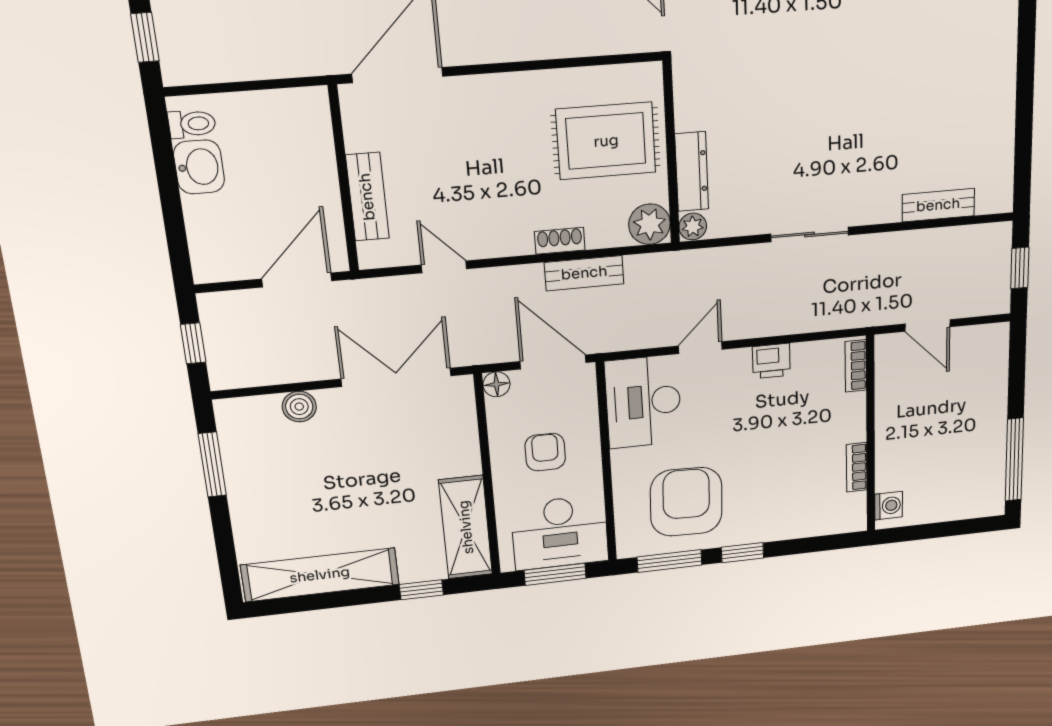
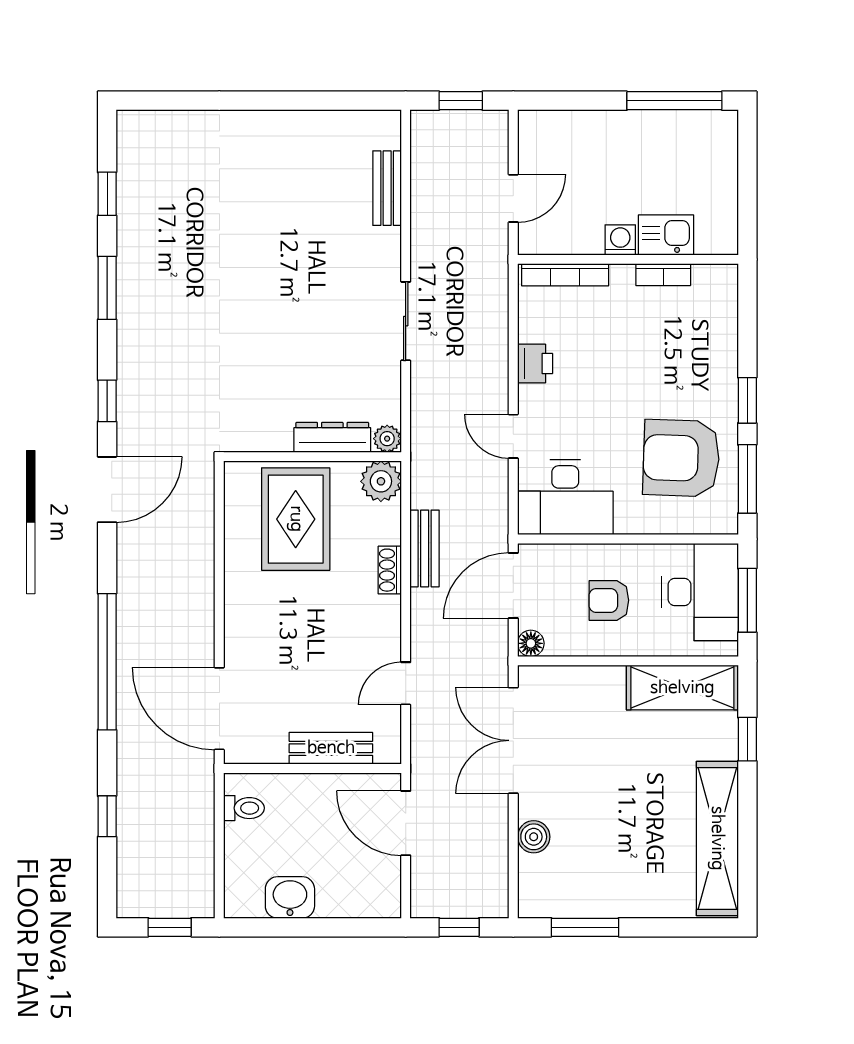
toilet: (192, 124) -> (244, 808), moved, turned 90
bookcase: (856, 366) -> (565, 275), width x1.56
kitchen sink: (893, 466) -> (666, 235), added
washing machine: (889, 506) -> (620, 240), moved

